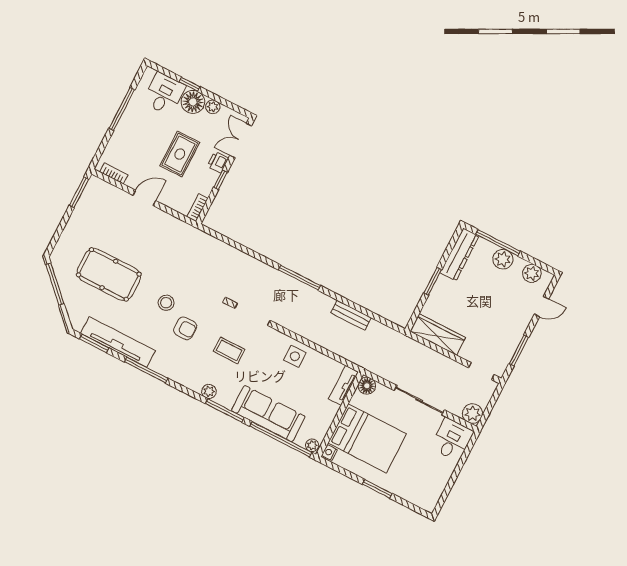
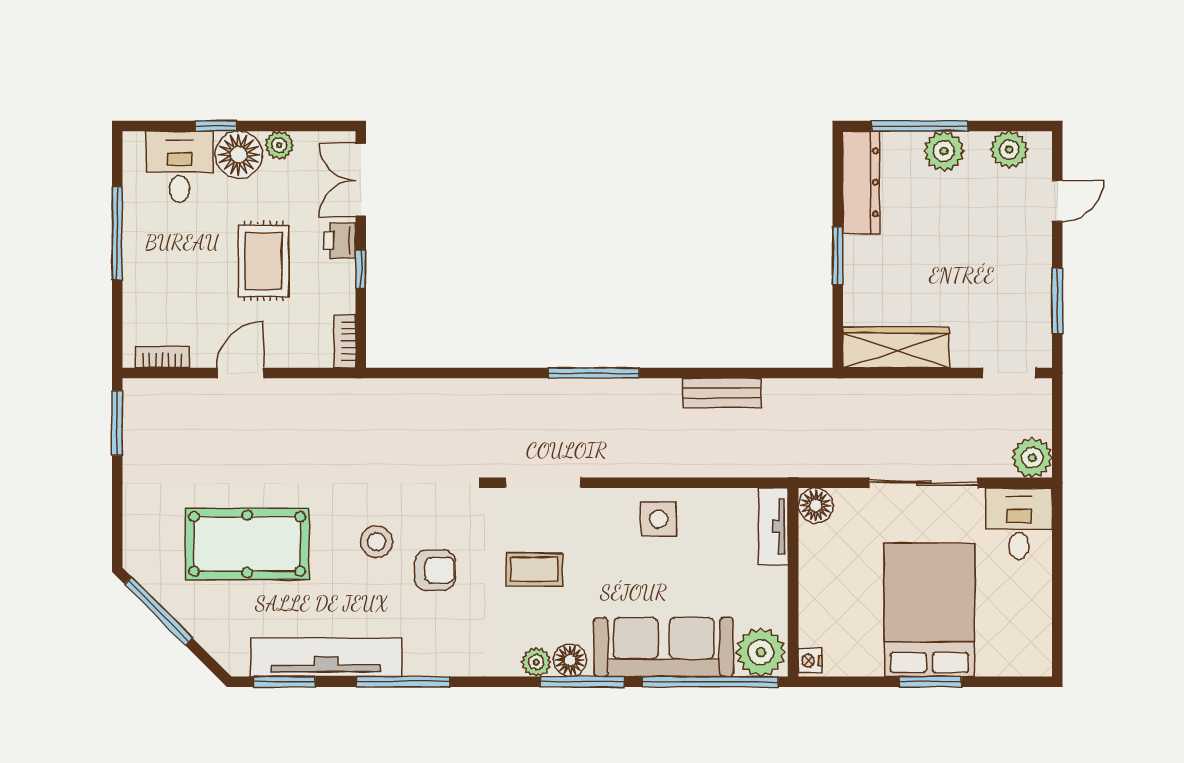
floor lamp: (224, 398) -> (570, 660), added
bed: (367, 438) -> (929, 610), moved, turned -90
plant: (312, 445) -> (761, 652), width x1.88, depth x1.88

